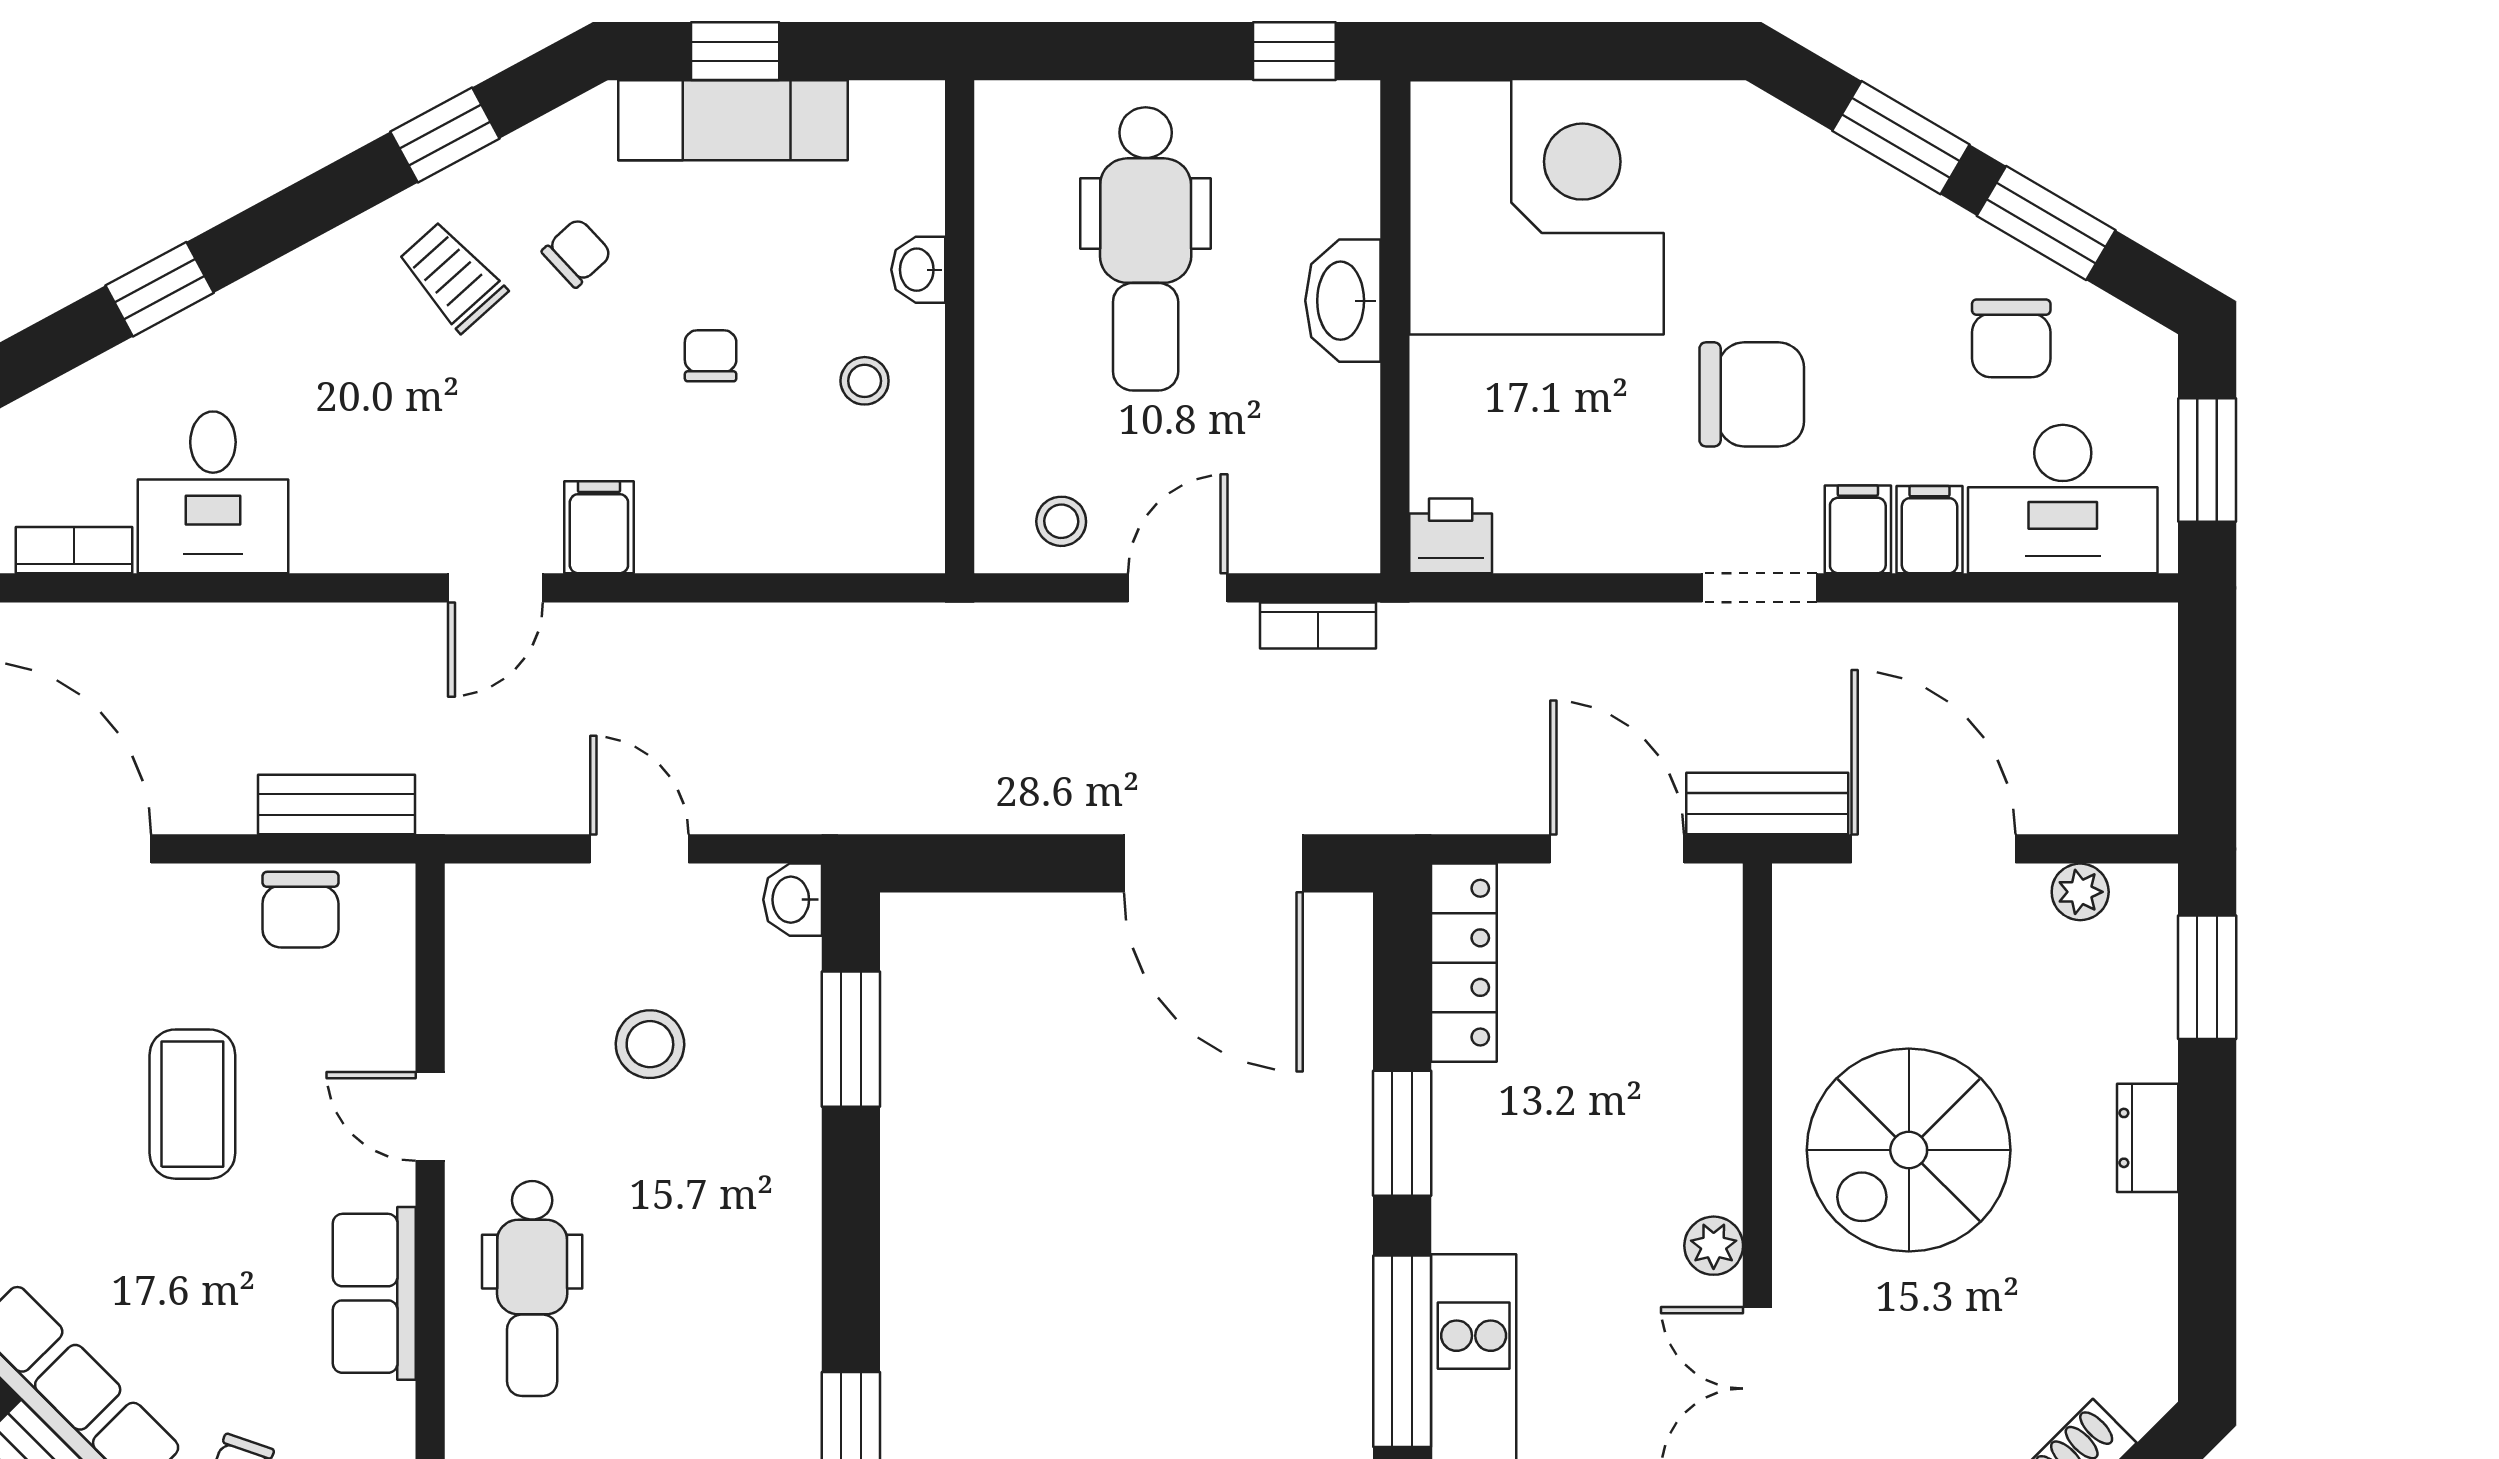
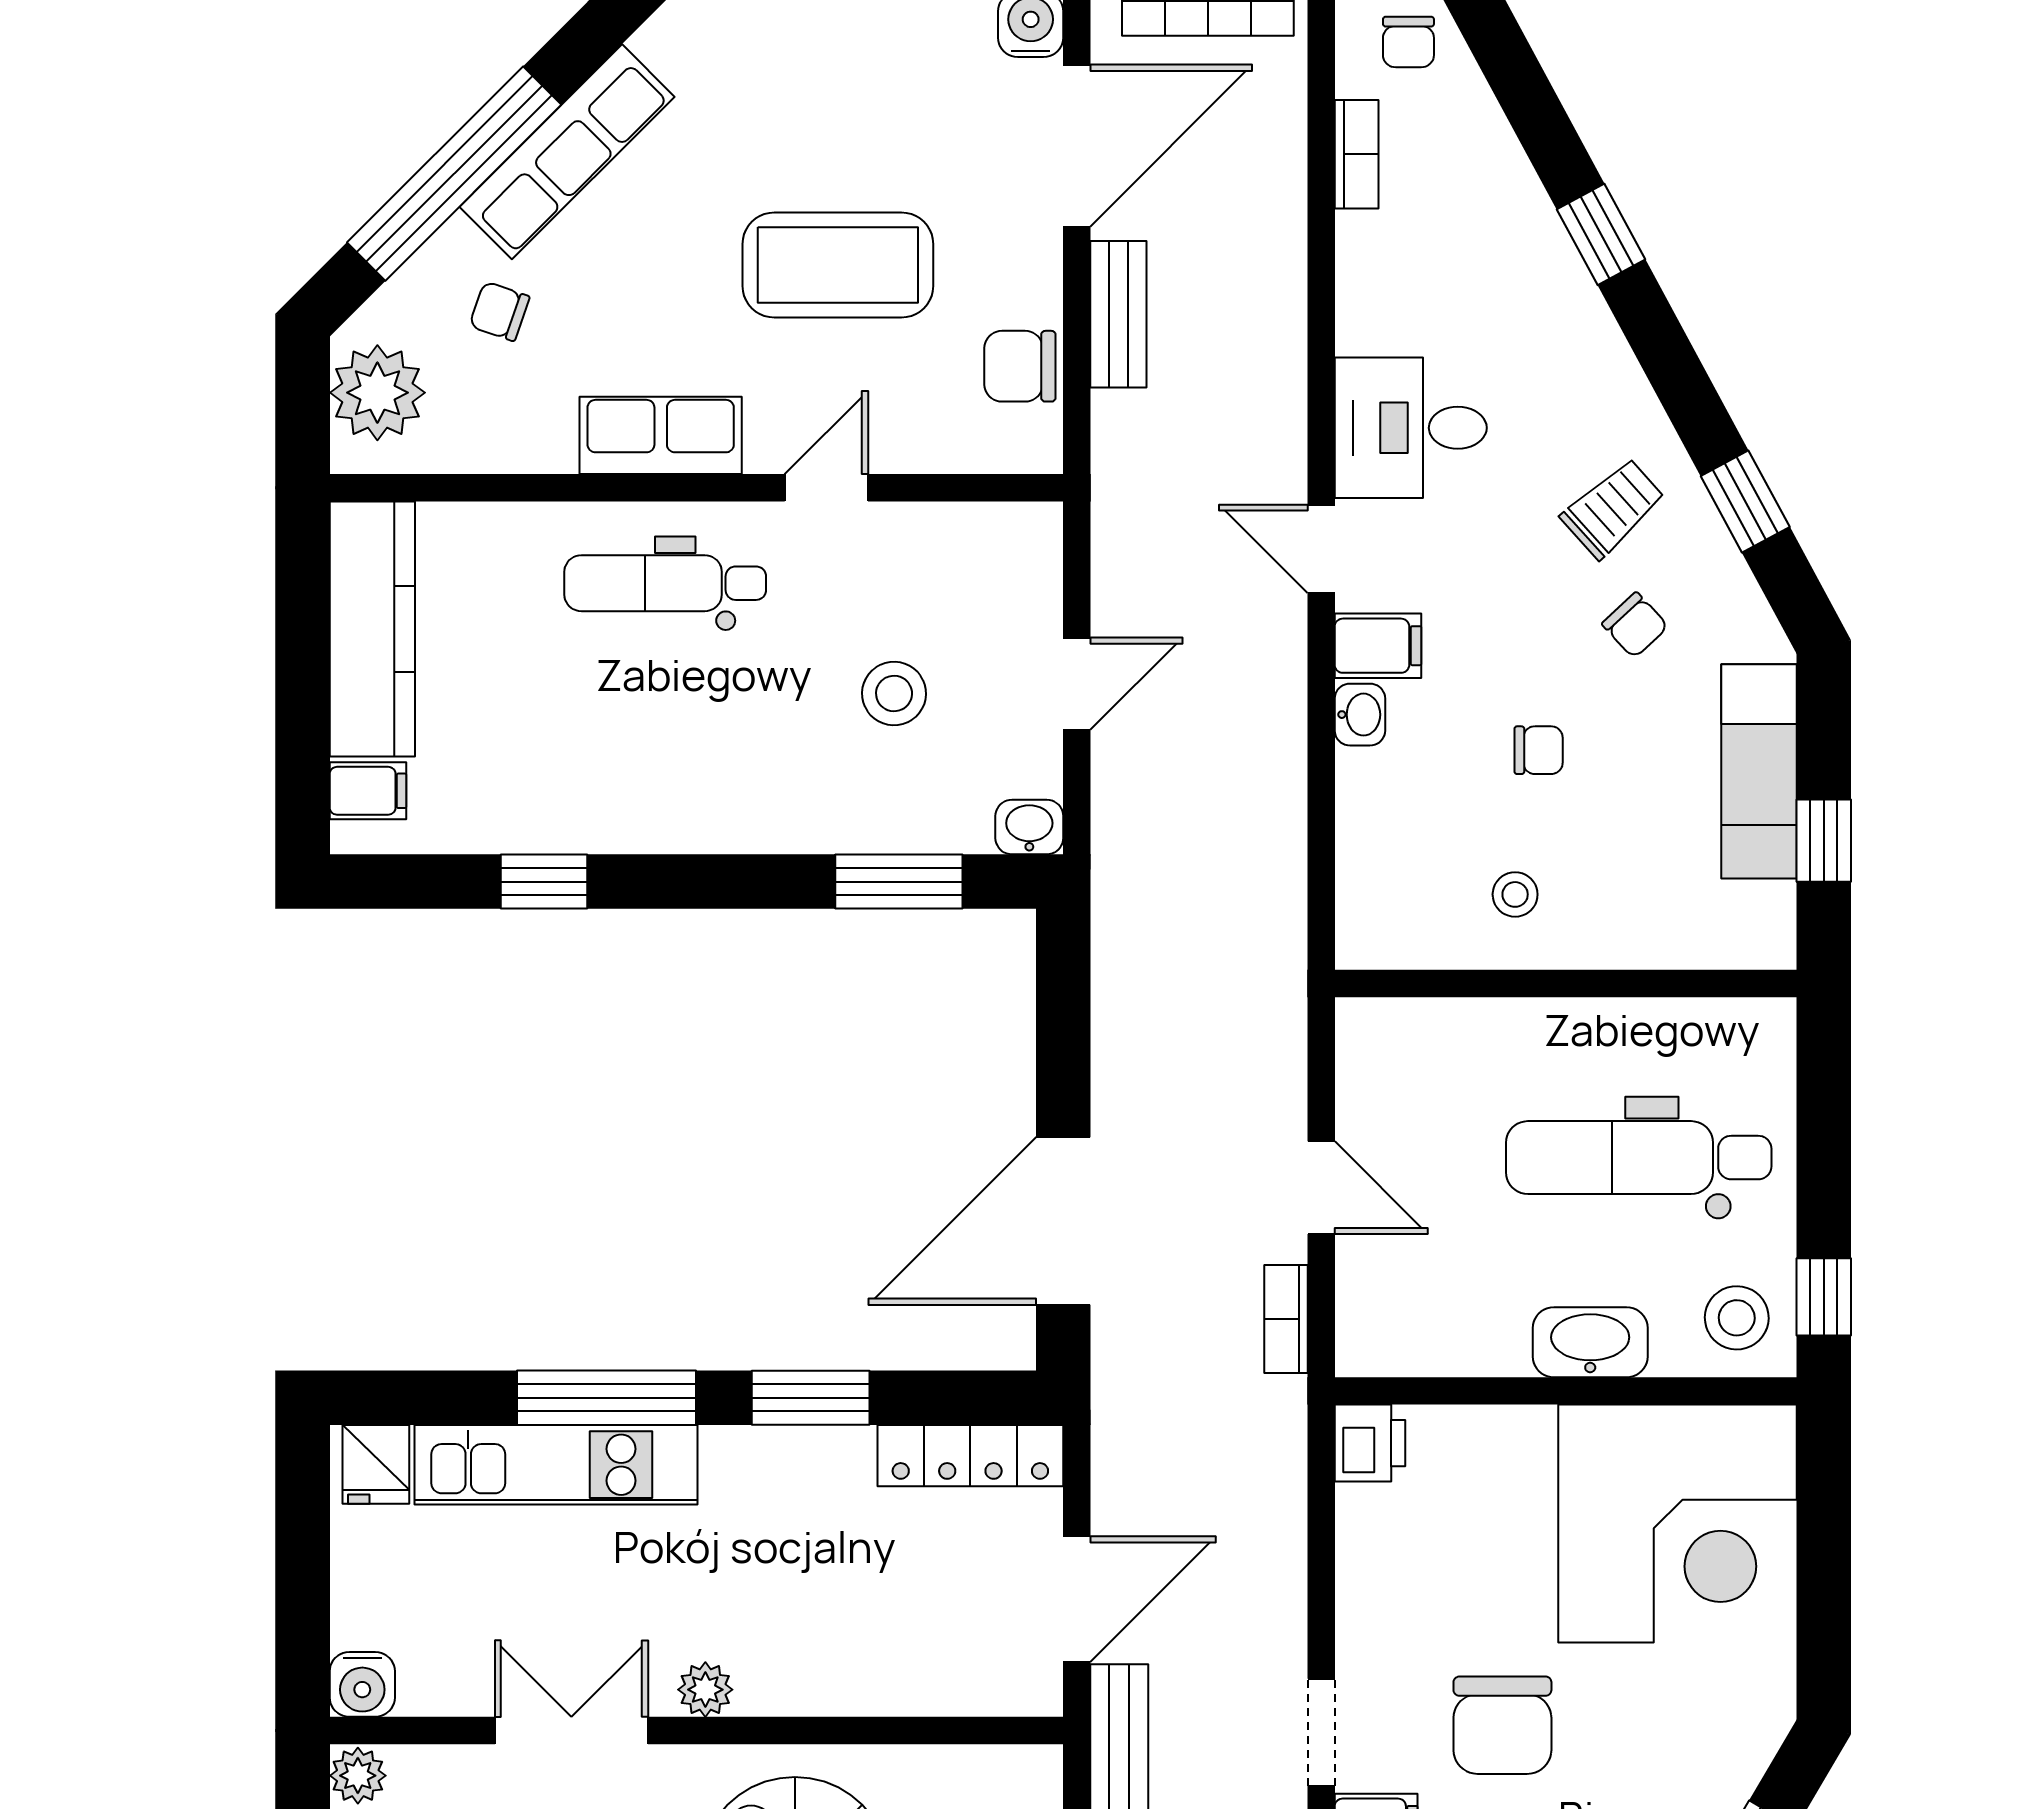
window: (735, 51) -> (1824, 841), moved
washbasin: (918, 270) -> (1360, 715), moved, turned 90
desk: (213, 492) -> (1411, 428), moved
stool: (1061, 521) -> (1737, 1318), moved, width x1.37, depth x1.37
bench: (337, 805) -> (1118, 314), moved
coffee table: (192, 1104) -> (838, 265), width x1.36, depth x1.32

